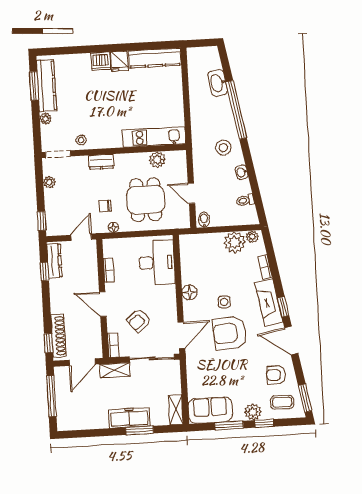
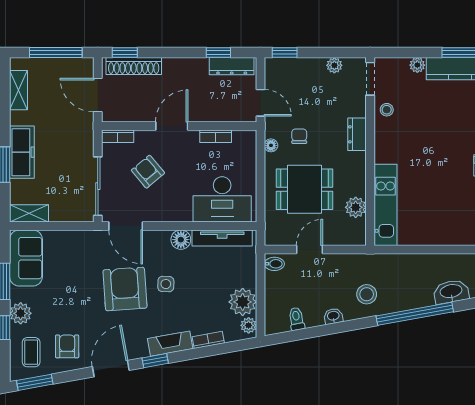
tv unit: (186, 261) -> (222, 238), added
fireplace: (269, 302) -> (170, 344), width x0.73, depth x0.76
shelving: (115, 370) -> (19, 90), moved

